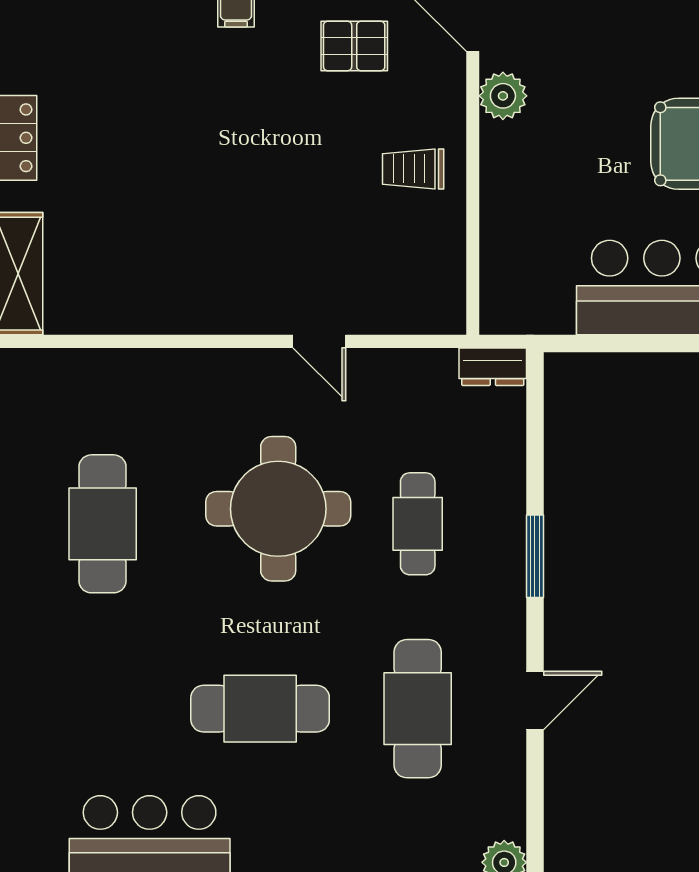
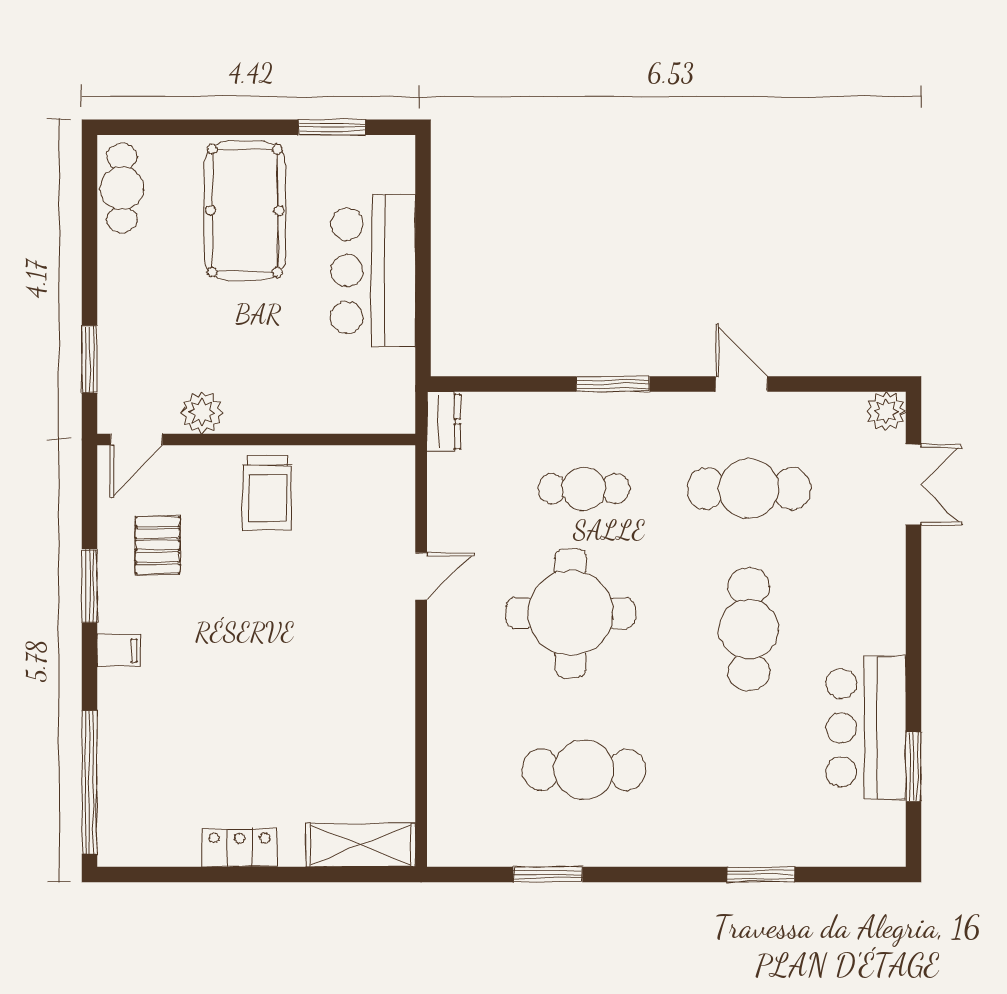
trolley: (413, 169) -> (267, 493), width x1.36, depth x1.39

